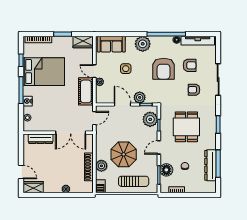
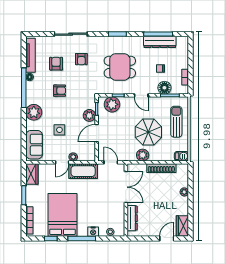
armchair: (164, 69) -> (60, 91), width x0.53, depth x0.53
plant: (101, 166) -> (143, 155), moved

